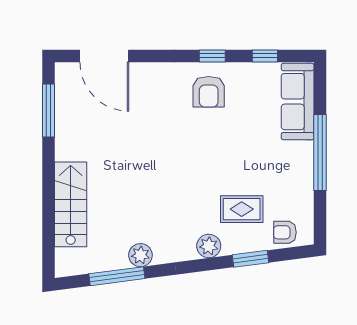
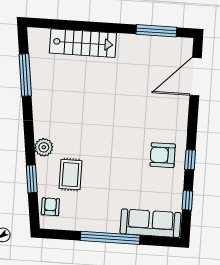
plant: (140, 255) -> (40, 94), removed

